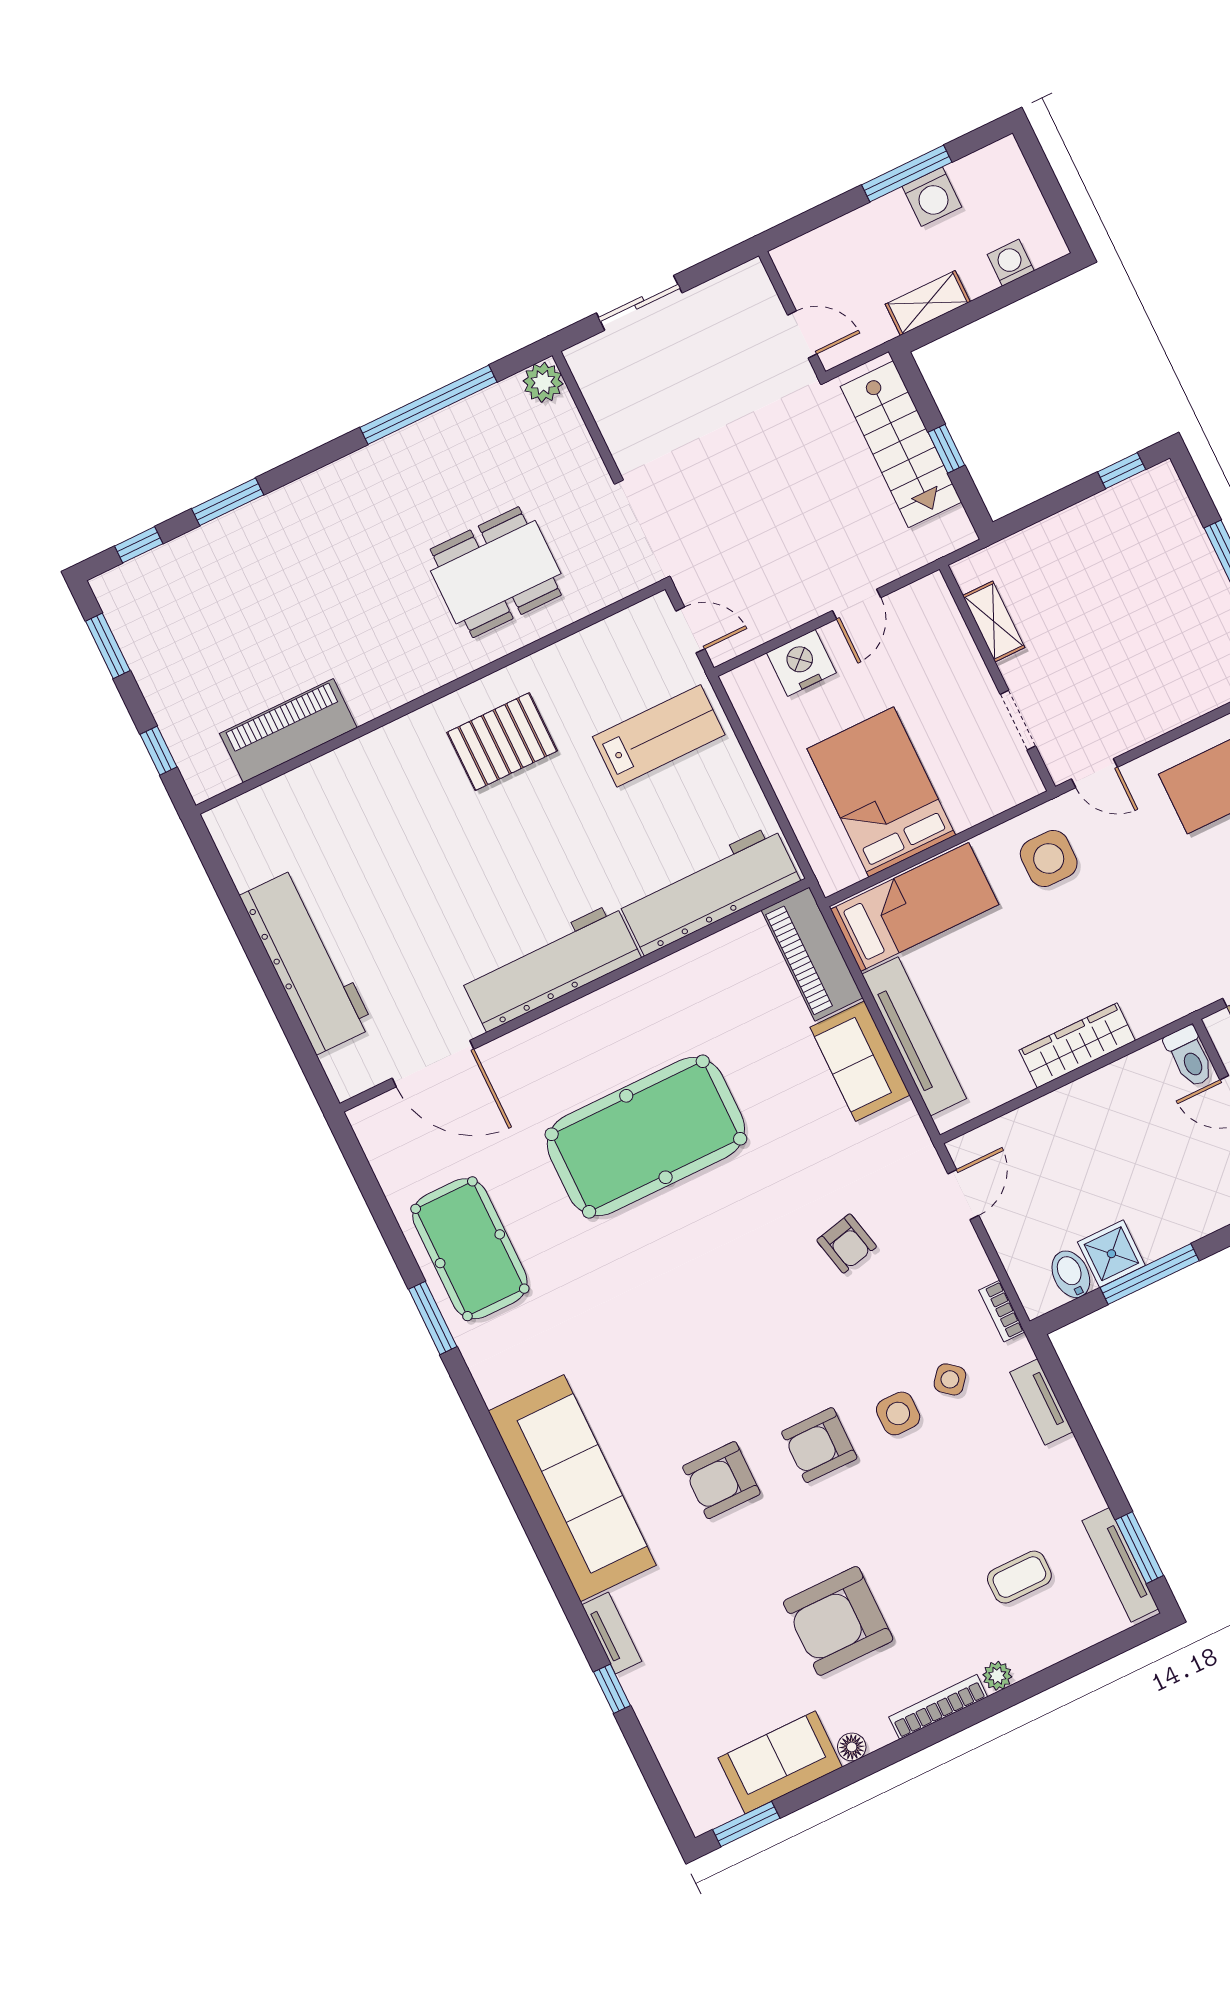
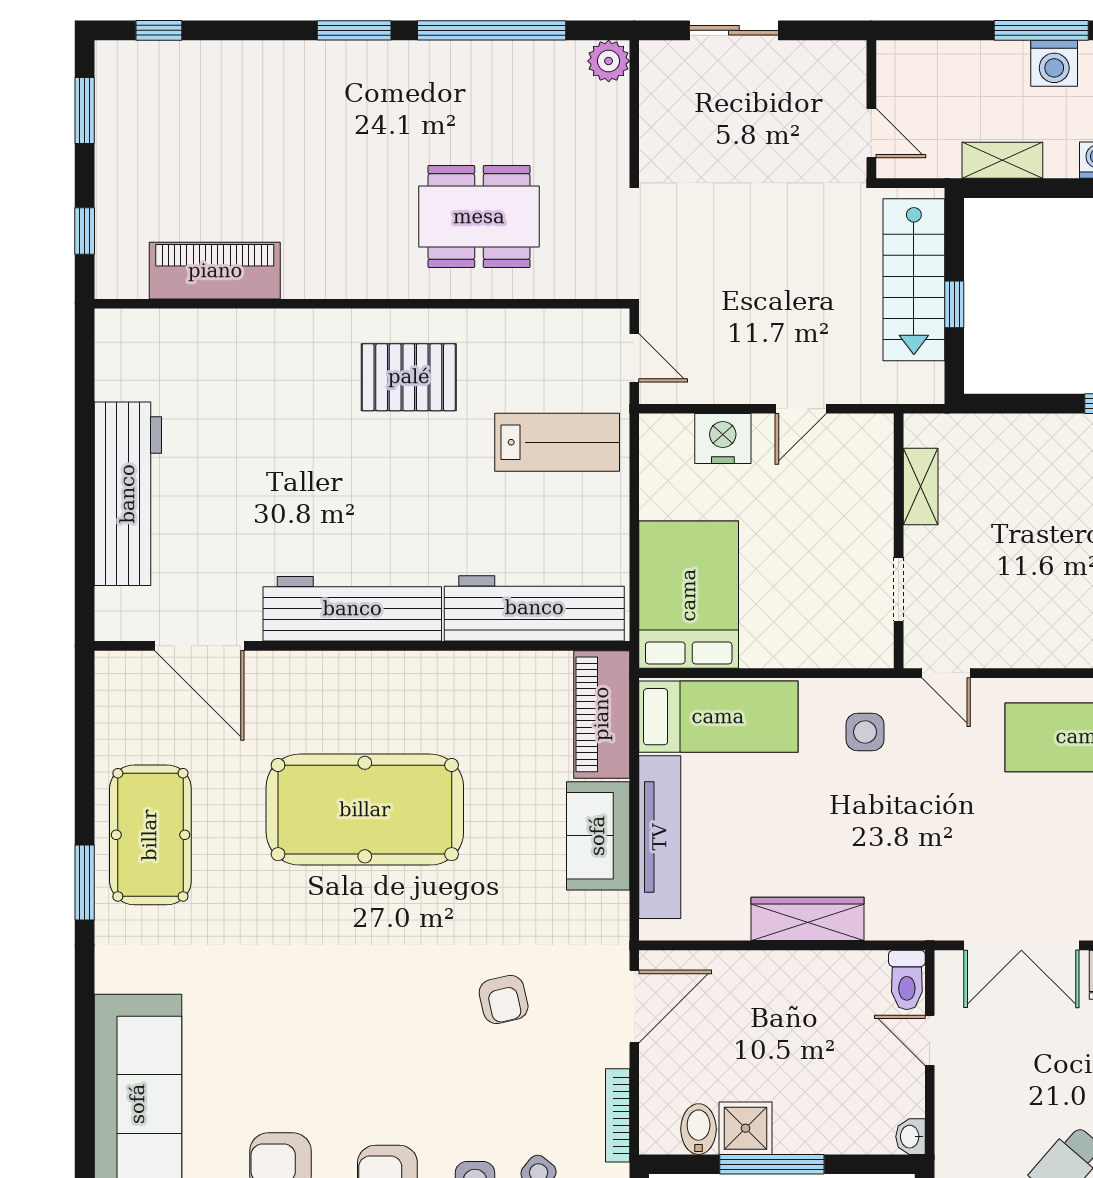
window: (228, 502) -> (354, 30), moved
bed: (881, 792) -> (689, 595), moved
side table: (1049, 858) -> (865, 732), width x0.73, depth x0.73
door: (963, 1195) -> (634, 1006), width x1.38
bookcase: (1002, 1311) -> (618, 1115), width x1.56

